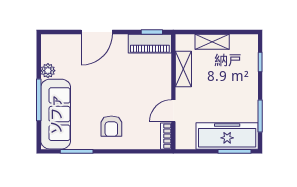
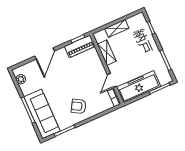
plant: (48, 71) -> (21, 79), moved
armchair: (111, 126) -> (79, 106), turned 120
freezer: (227, 136) -> (139, 87), moved

